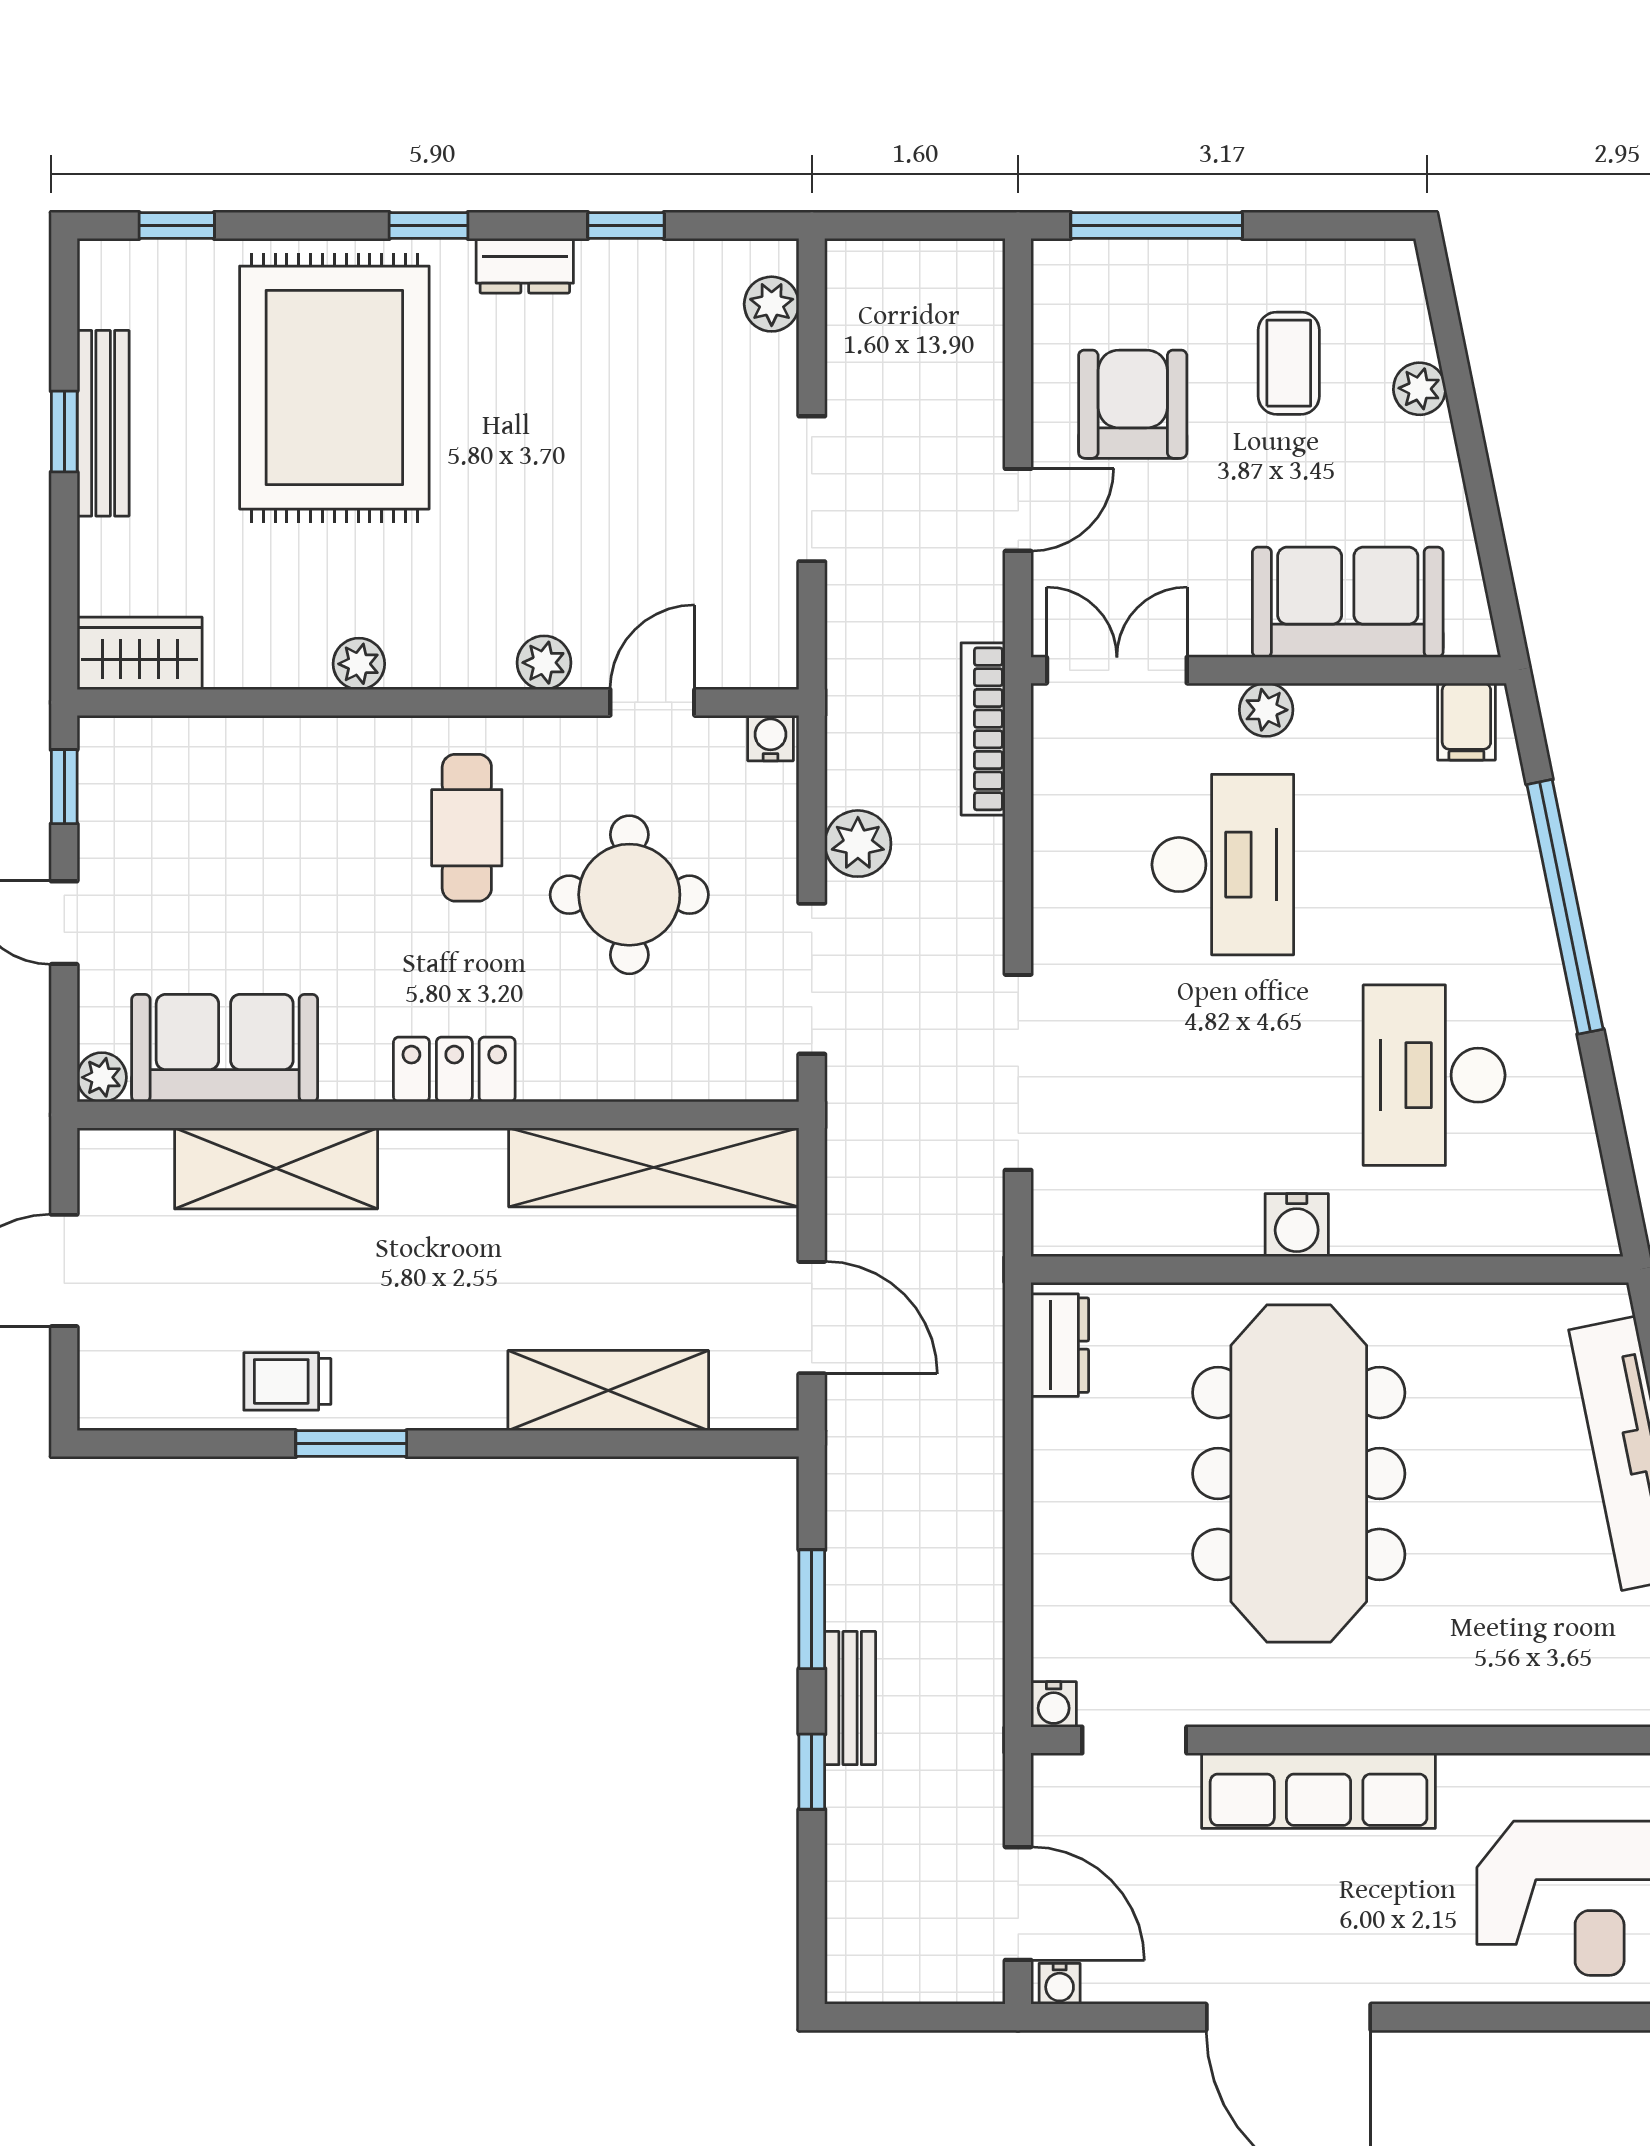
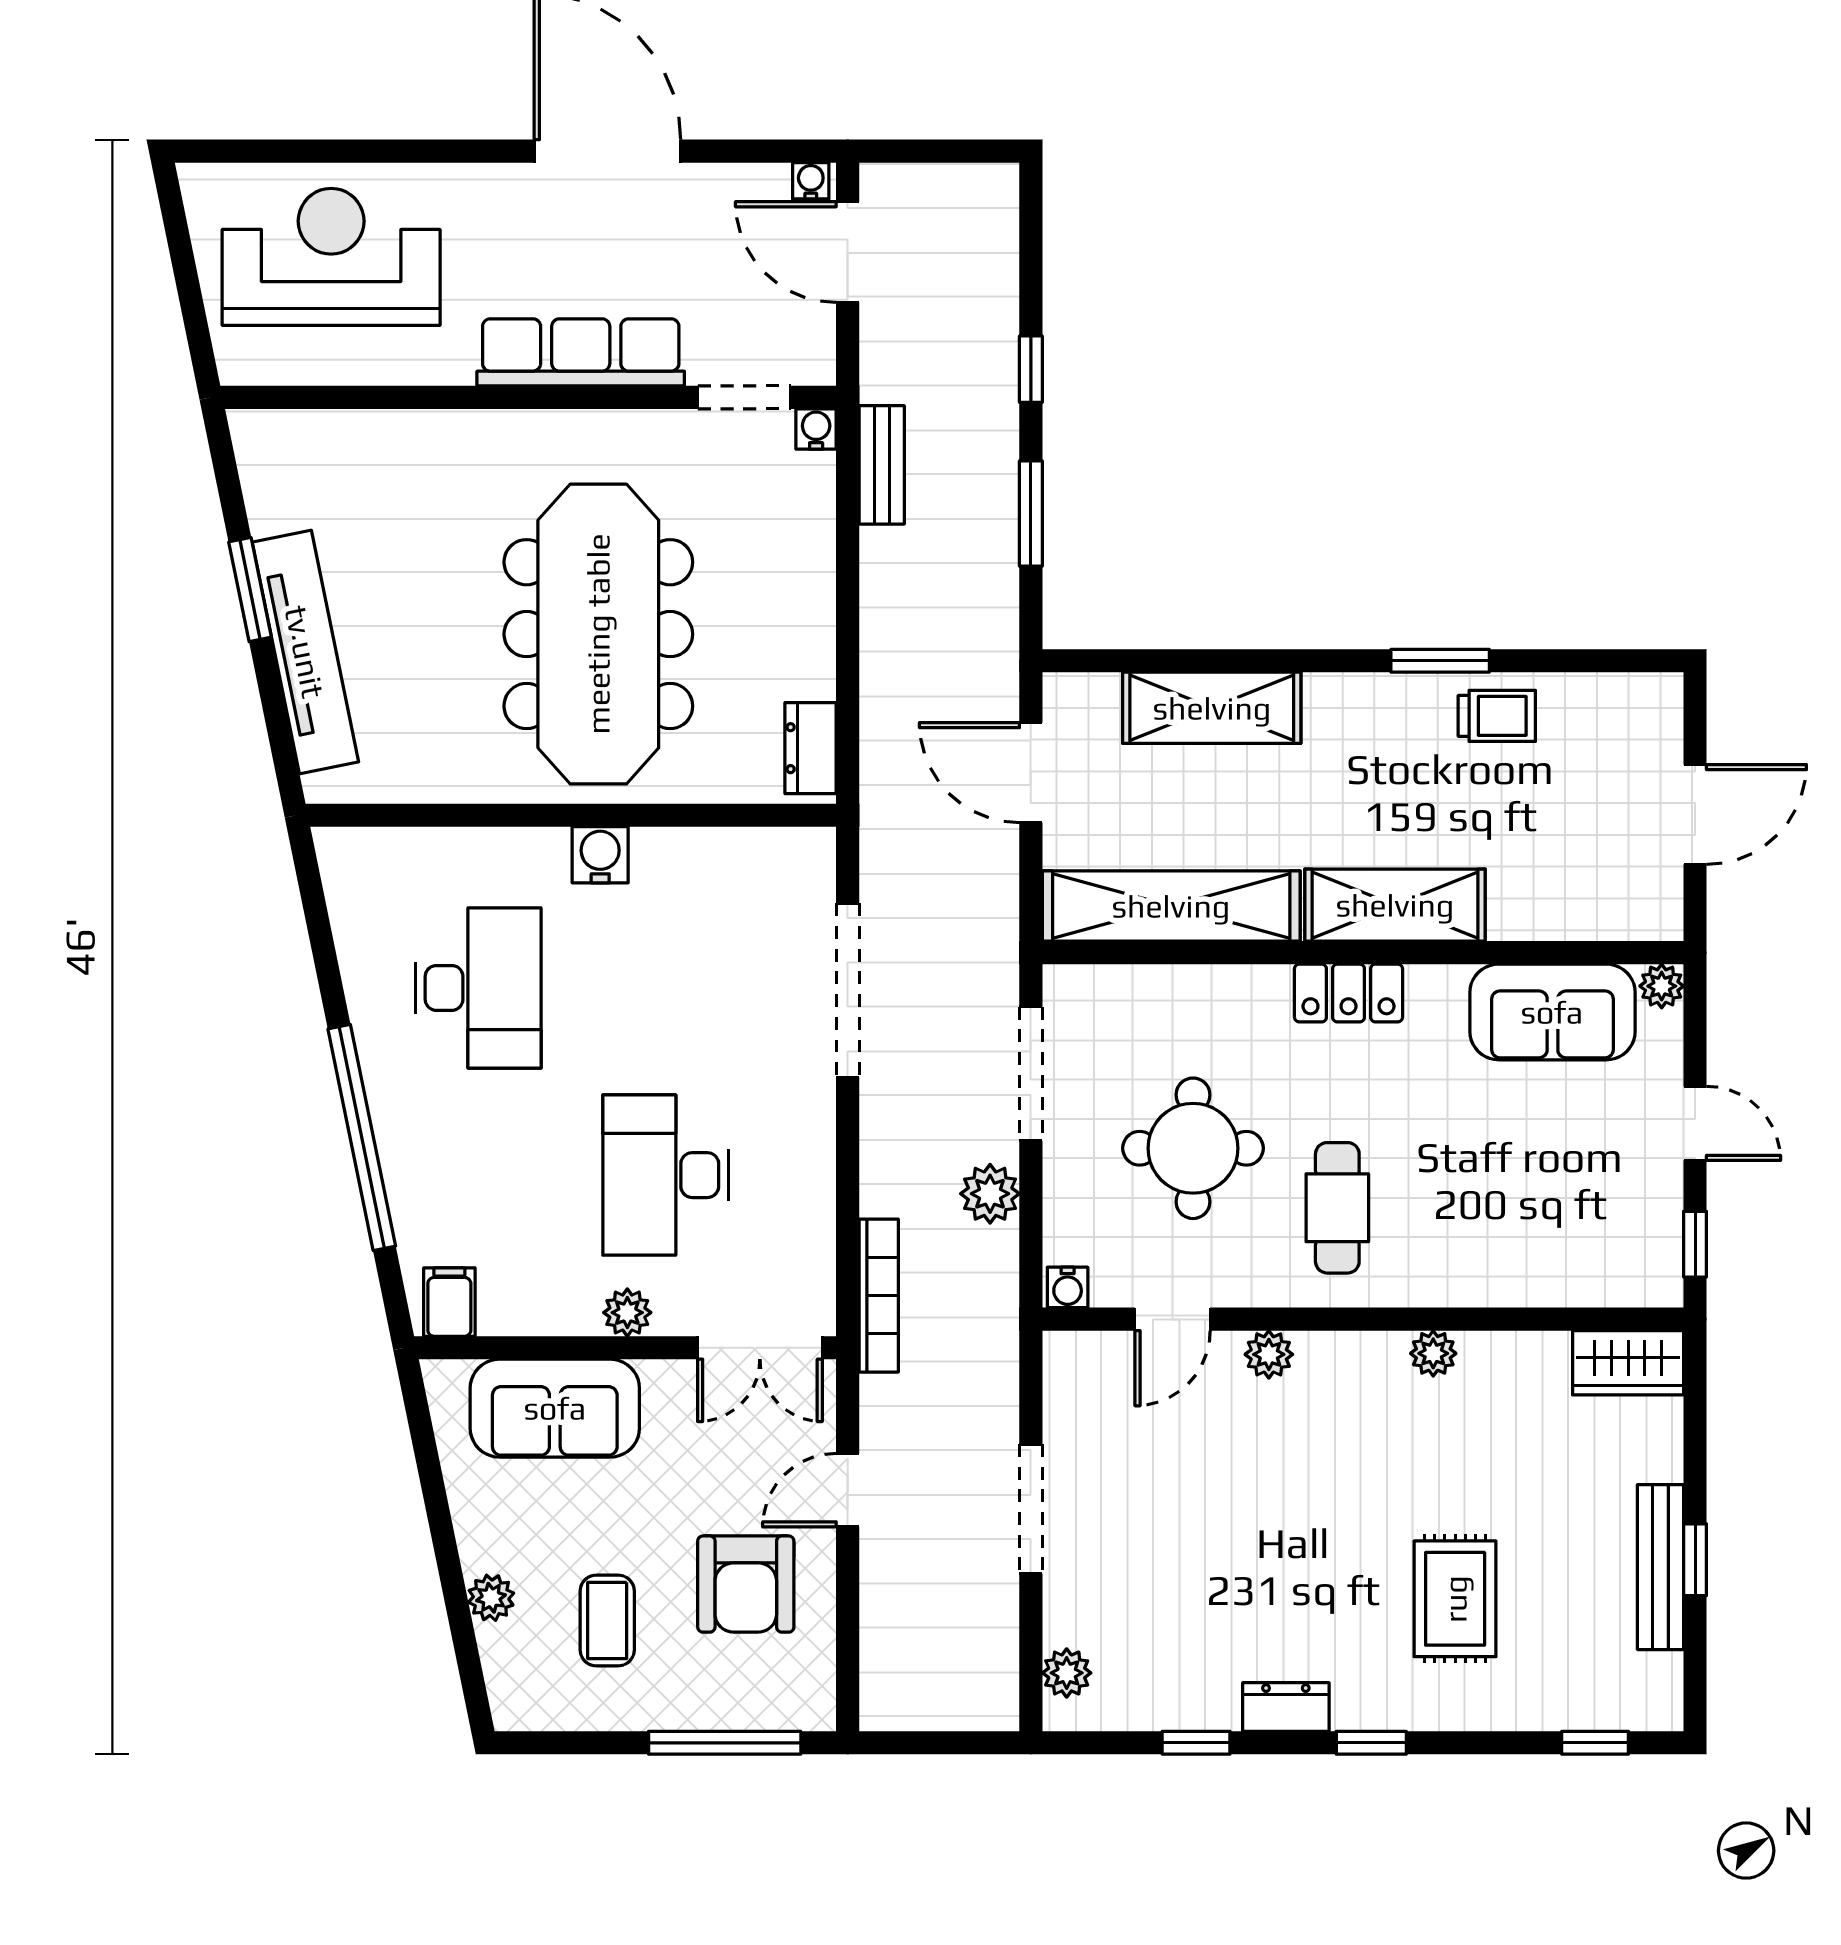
rug: (334, 388) -> (1455, 1599), width x0.54, depth x0.49
shelving: (276, 1168) -> (1395, 905), moved
bench: (850, 1698) -> (882, 465), moved

